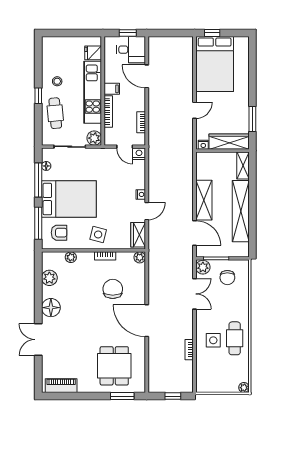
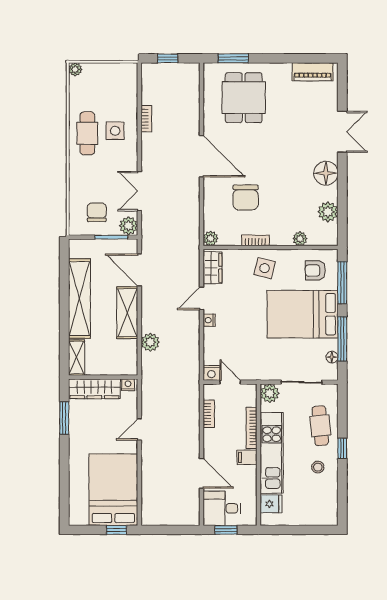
plant: (186, 177) -> (150, 342), added

